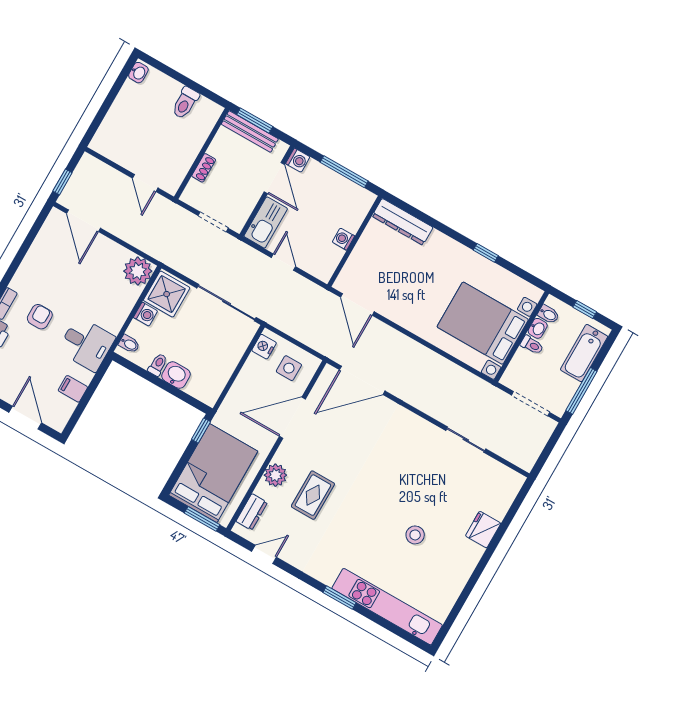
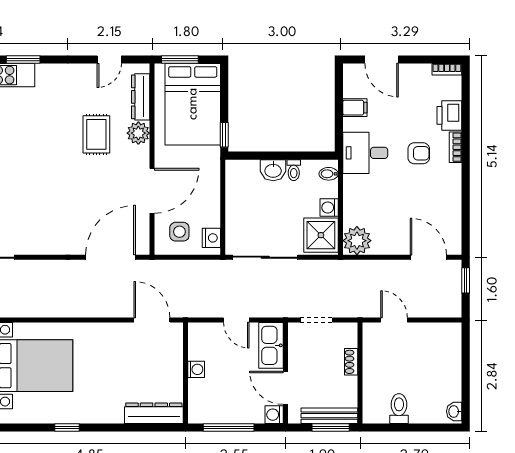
armchair: (40, 317) -> (419, 153), turned -90
dresser: (252, 512) -> (141, 97), width x1.44

